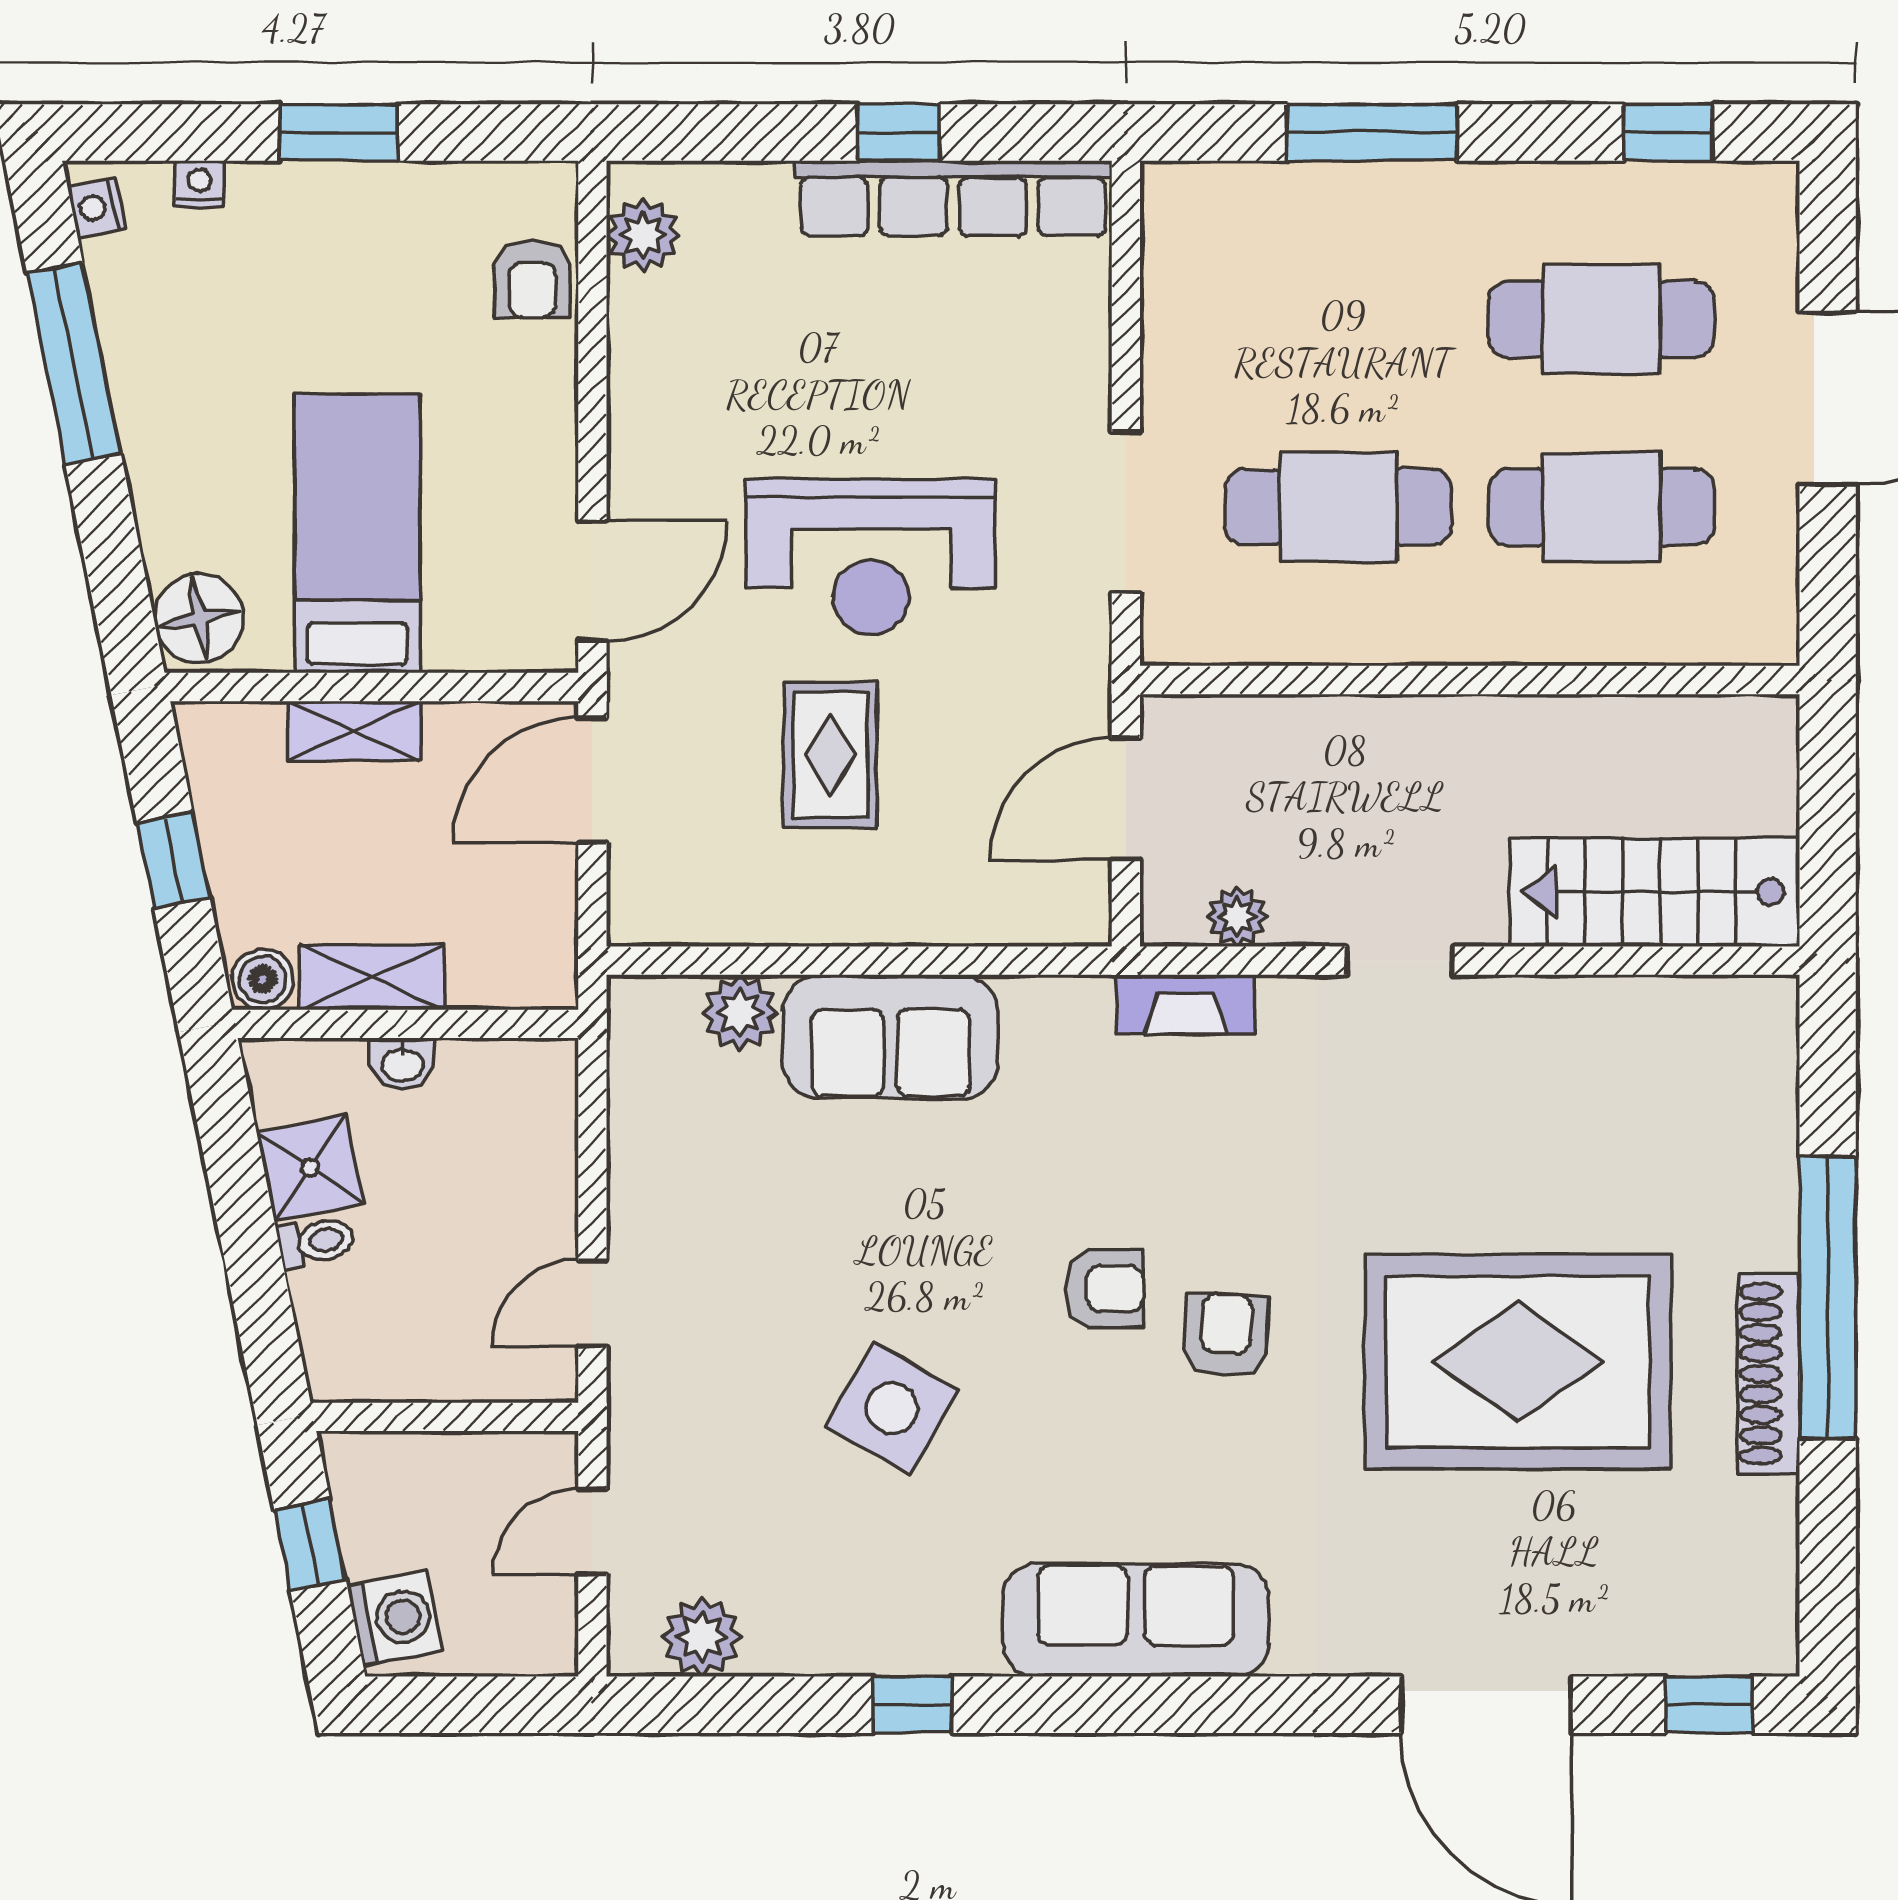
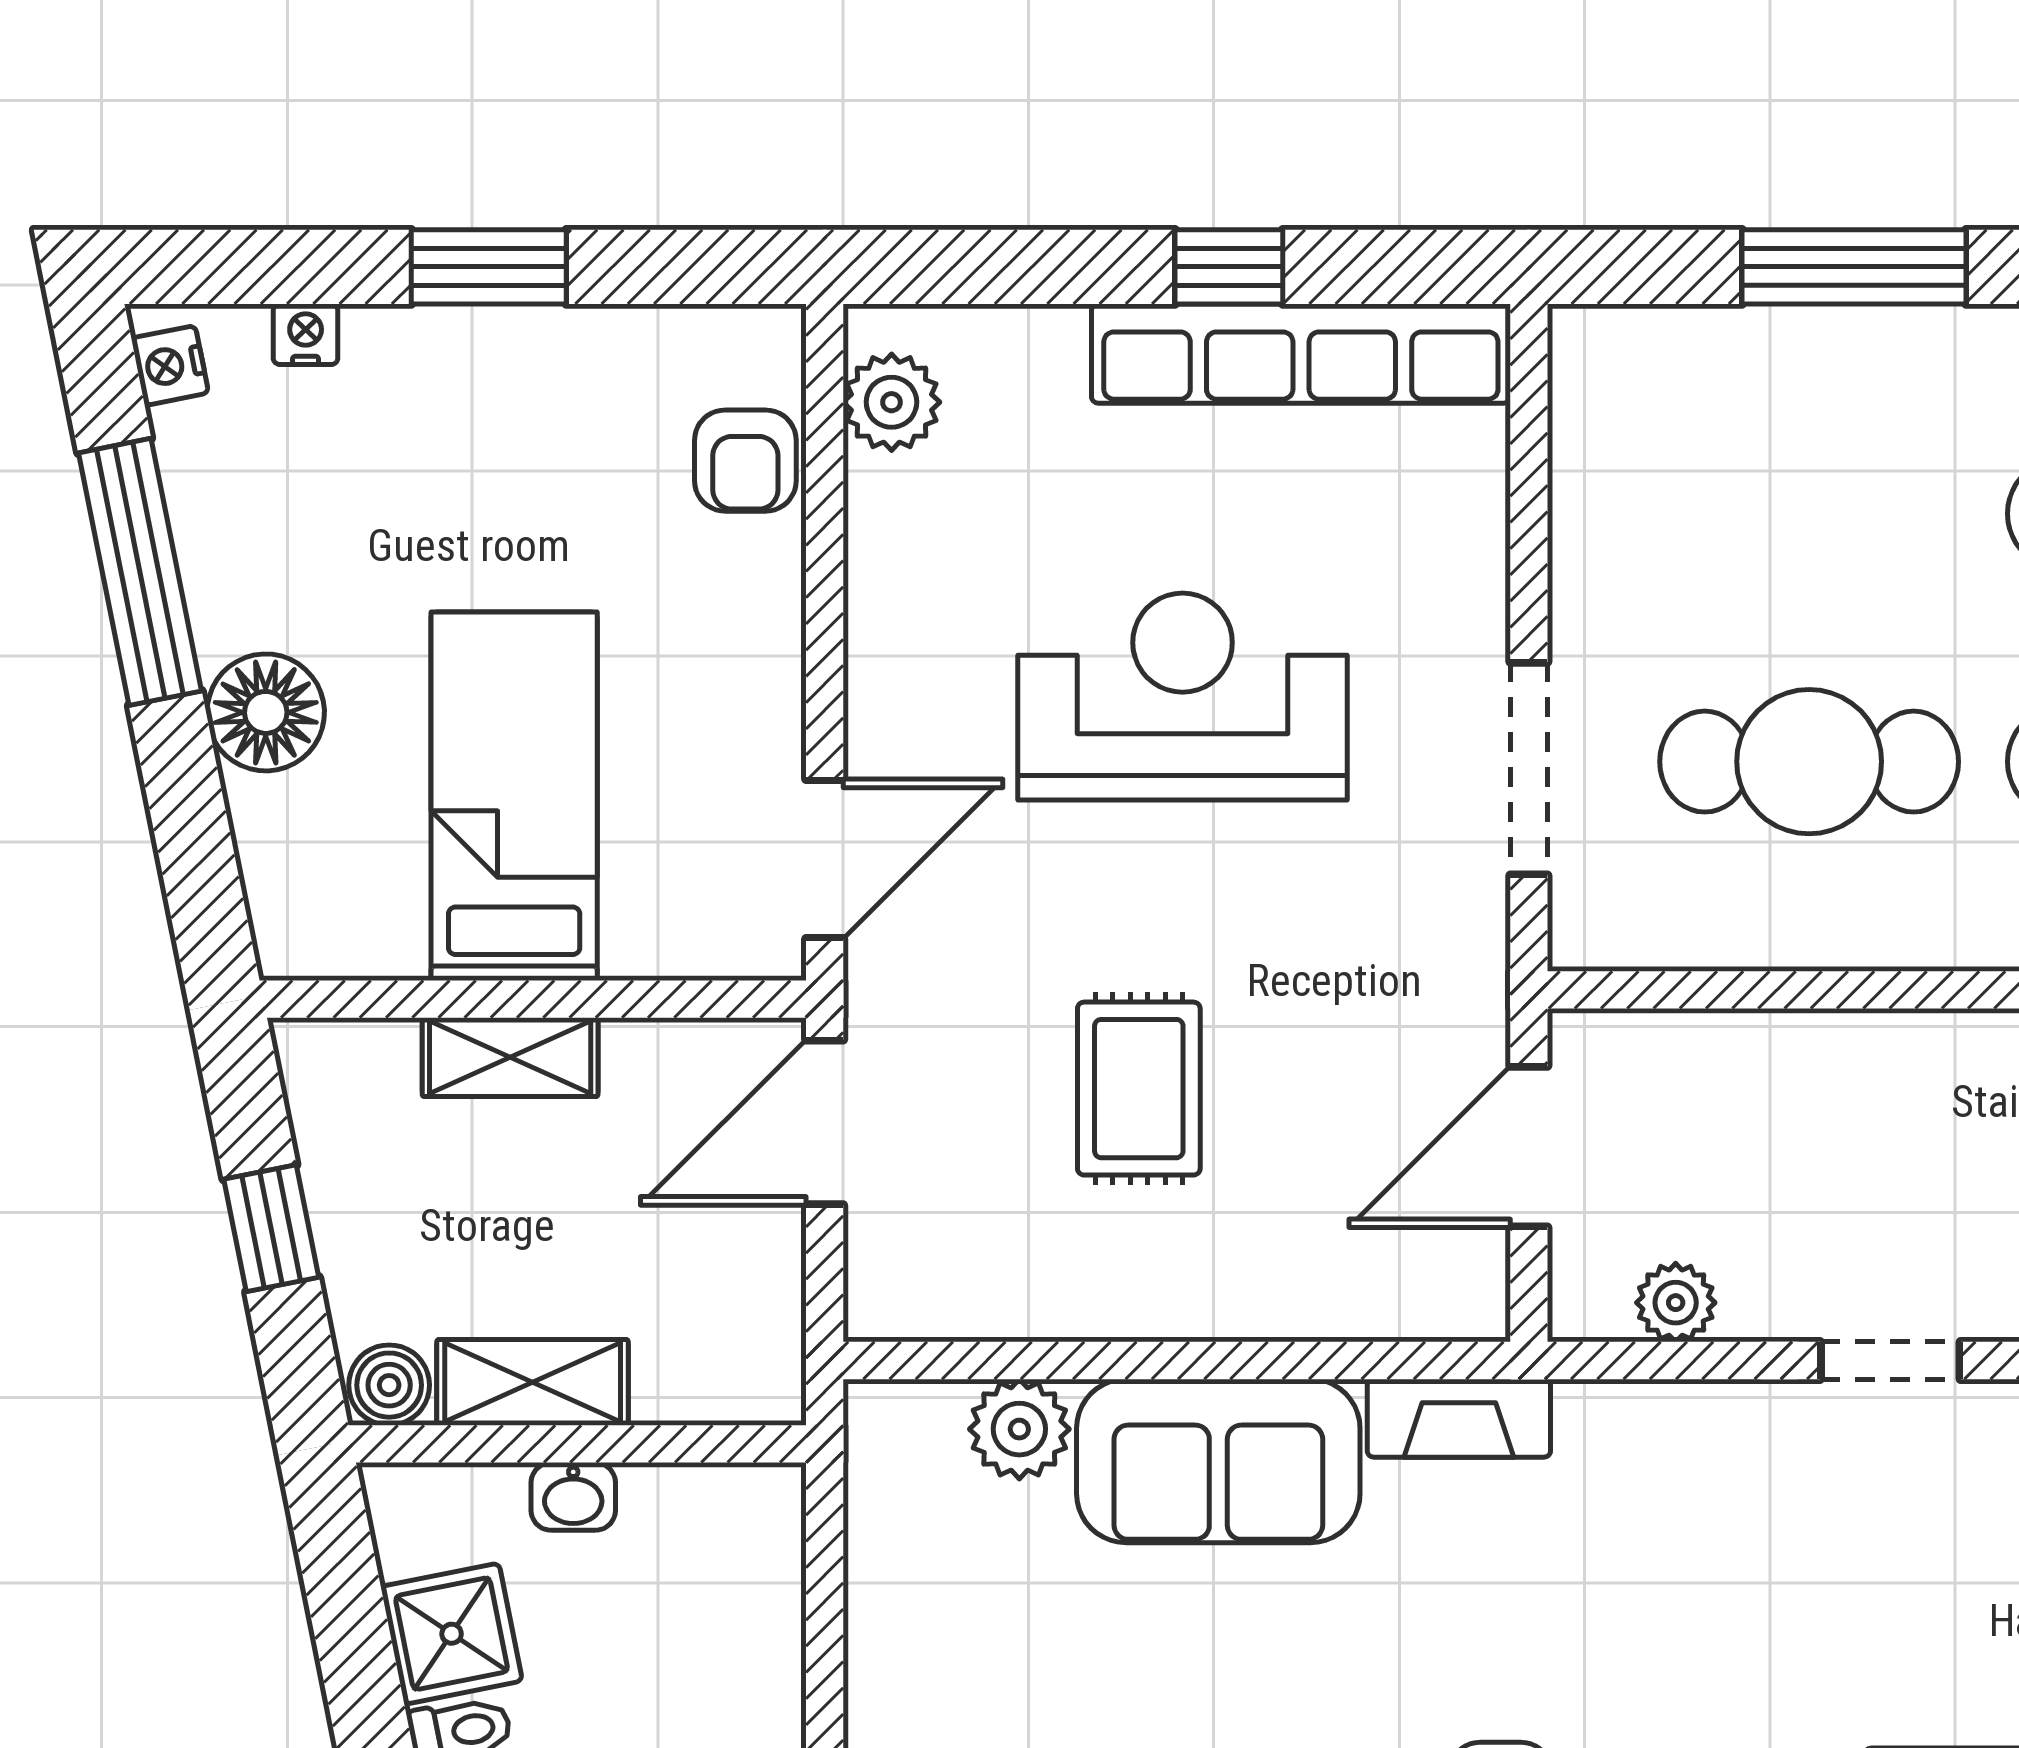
reception desk: (871, 557) -> (1183, 696), moved, turned 180
floor lamp: (199, 618) -> (266, 712), moved
fireplace: (1186, 1004) -> (1459, 1418), moved

